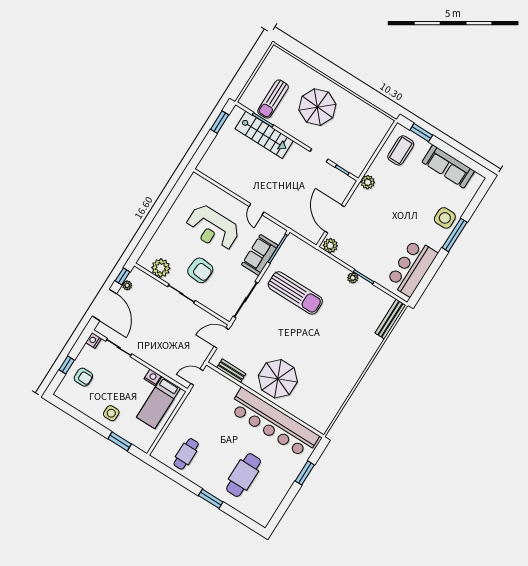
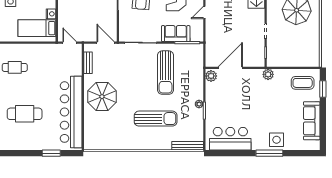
sun lounger: (339, 335) -> (156, 119), added

